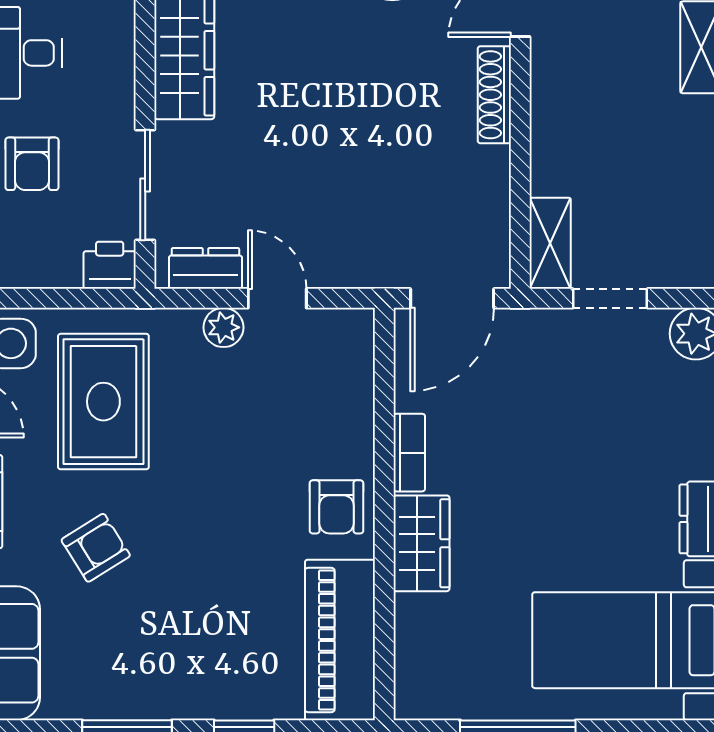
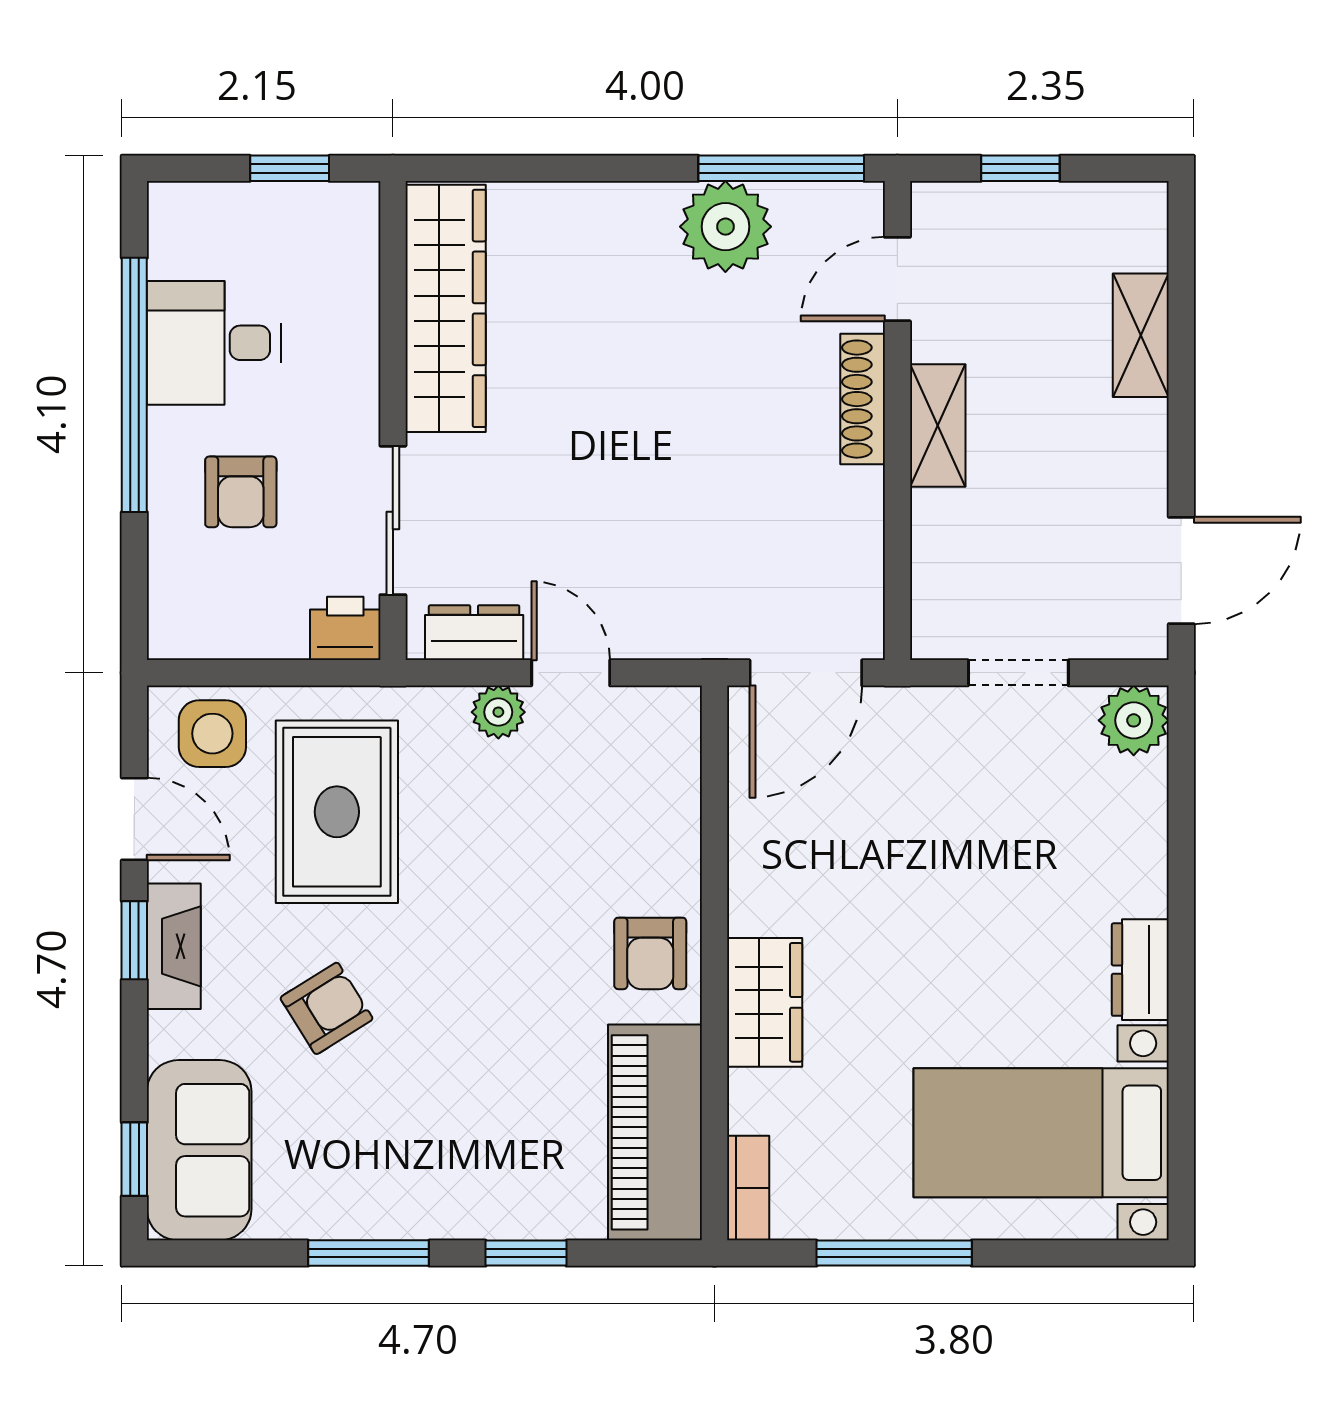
shelving: (550, 243) -> (938, 426), moved
bookcase: (409, 453) -> (748, 1188), moved

